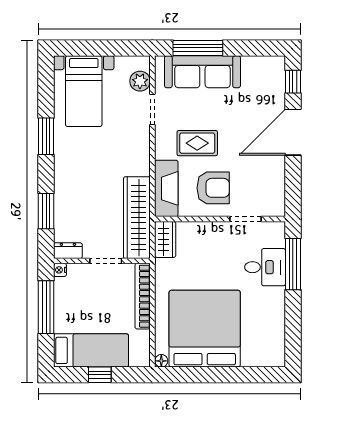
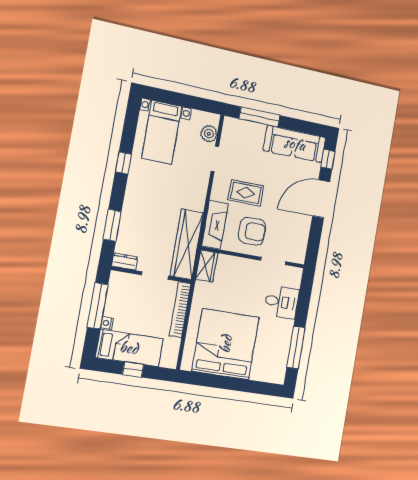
sofa: (202, 72) -> (295, 144), moved
window: (46, 136) -> (123, 163), width x0.67
window: (293, 264) -> (296, 347), moved
nightstand: (60, 270) -> (107, 323), moved
floor lamp: (161, 361) -> (186, 365), removed

